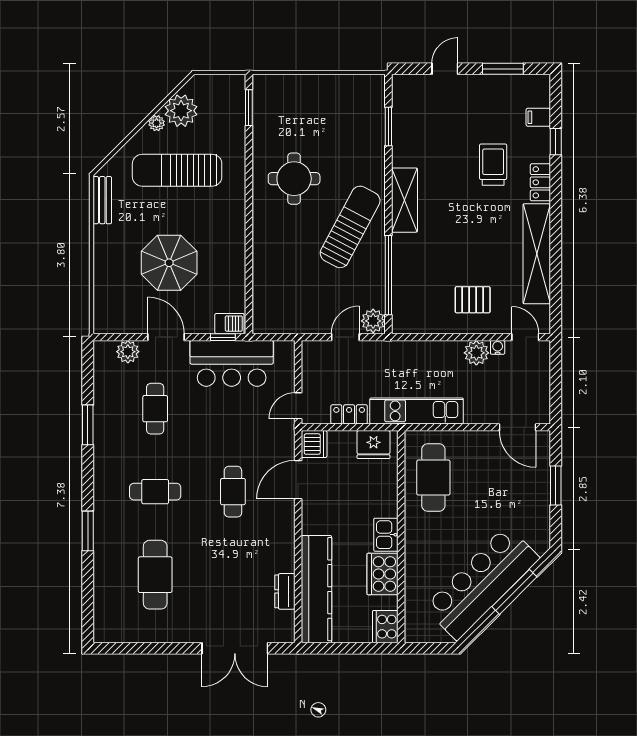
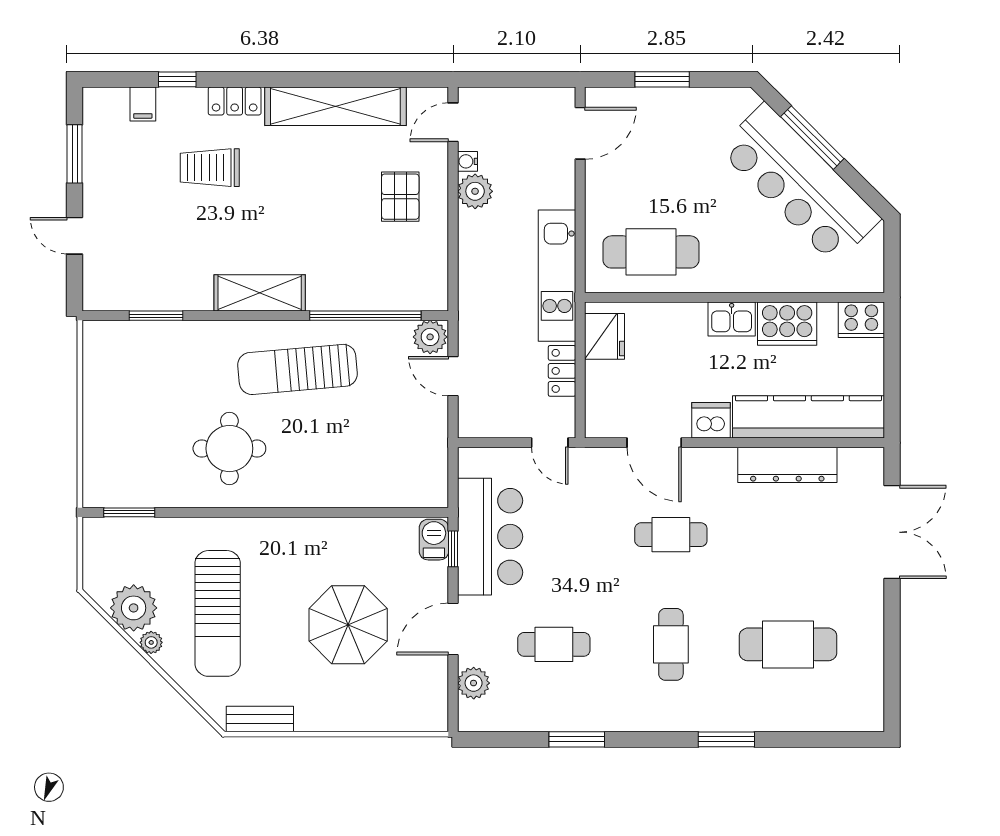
sun lounger: (350, 227) -> (298, 369), turned -33
dishwasher: (314, 444) -> (711, 420), moved
dresser: (285, 591) -> (787, 465), width x1.96, depth x1.24

